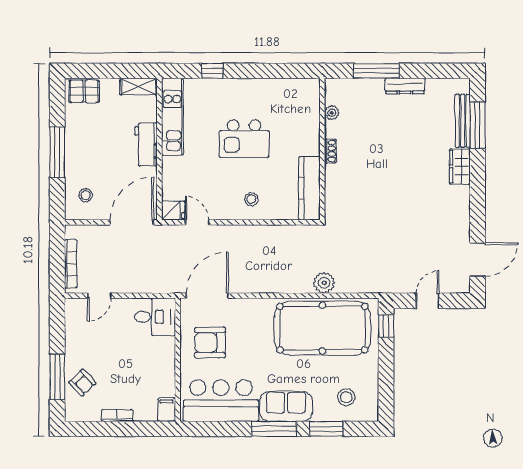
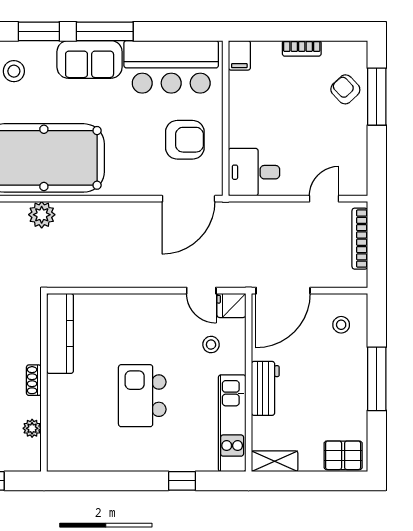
kitchen island: (244, 139) -> (142, 396), turned -90
stool: (251, 199) -> (211, 345), moved

